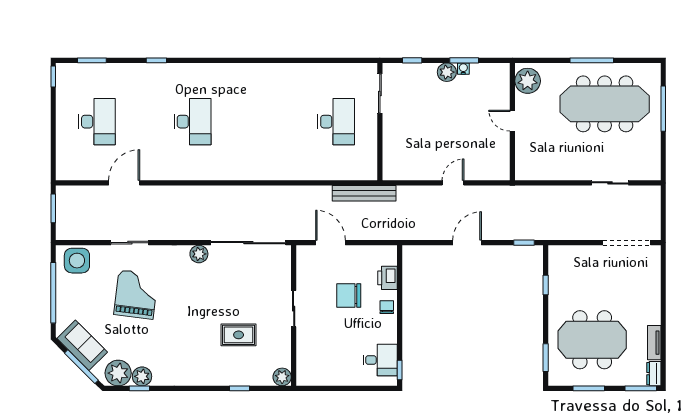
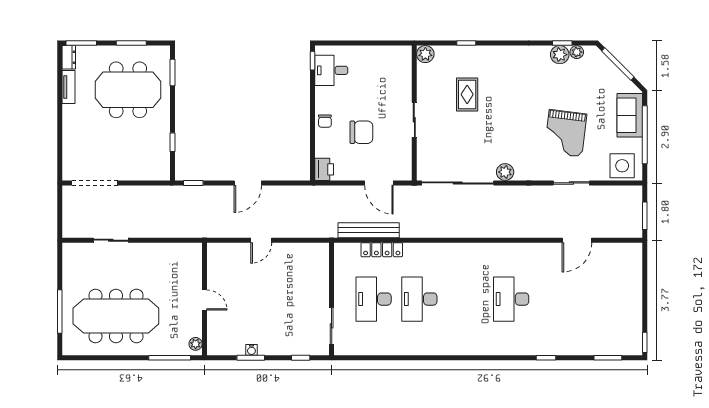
window: (592, 60) -> (170, 358), moved
plant: (447, 72) -> (267, 346), removed
plant: (528, 81) -> (196, 344), width x0.53, depth x0.53
desk: (97, 122) -> (419, 299), moved
locker: (328, 173) -> (382, 250), added
bench: (364, 193) -> (369, 230), moved
printer: (388, 278) -> (324, 169), moved
rug: (239, 335) -> (467, 94), turned 90
sofa: (82, 345) -> (630, 115), moved, turned 45
plant: (118, 373) -> (577, 52), width x0.53, depth x0.53

